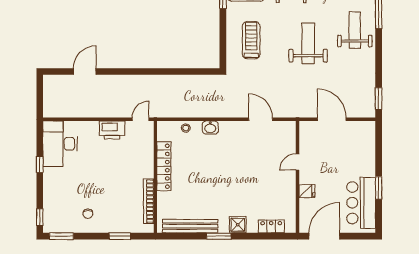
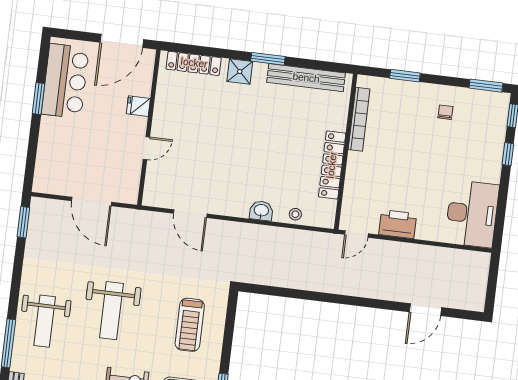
window: (40, 164) -> (508, 154), moved
locker: (271, 226) -> (194, 63), width x1.53

